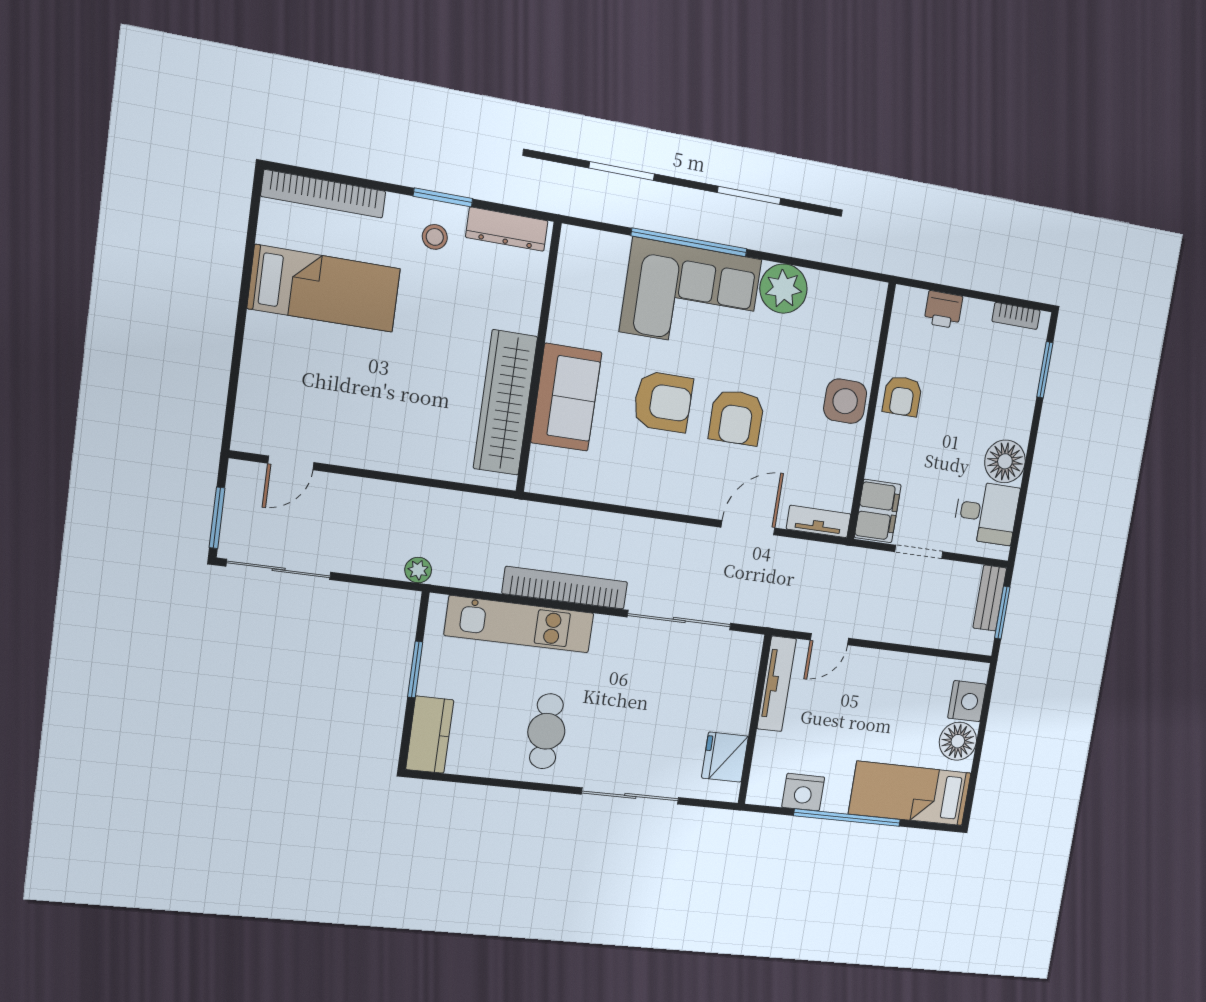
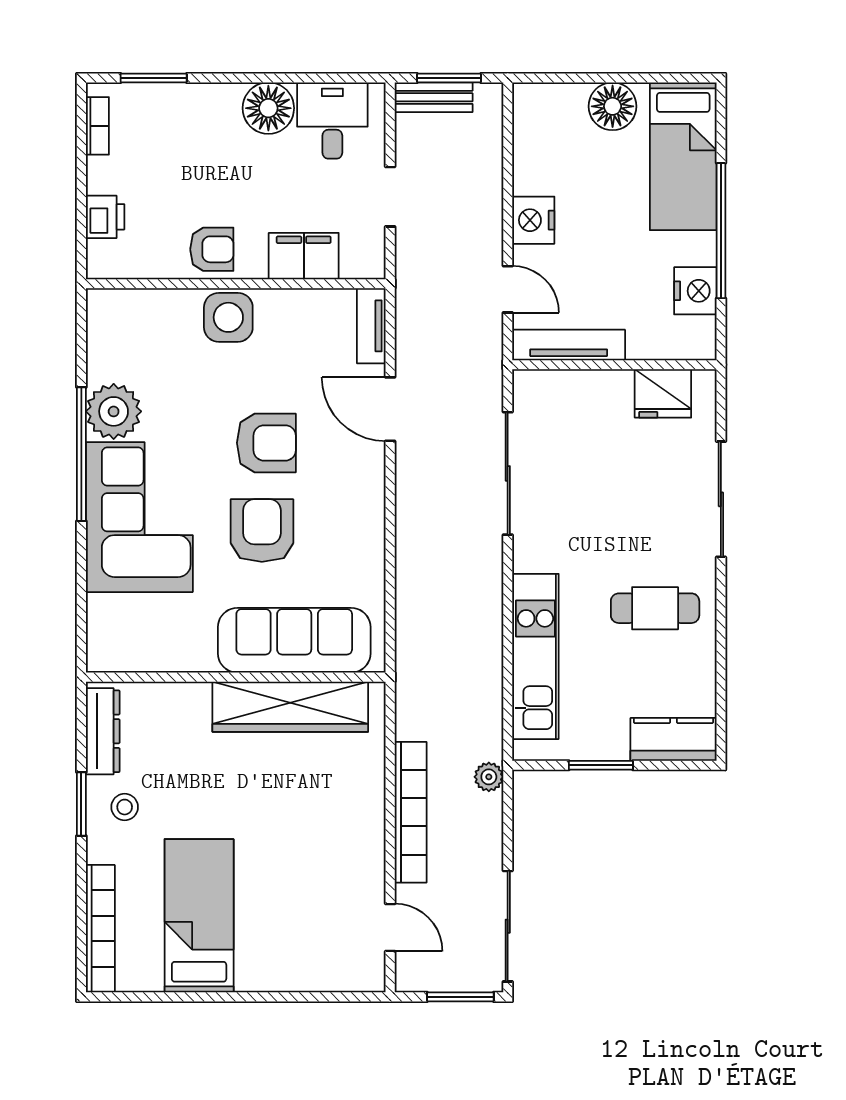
window: (689, 242) -> (81, 454), moved
sofa: (566, 397) -> (294, 640), width x1.36
filing cabinet: (878, 511) -> (304, 256), moved
bookcase: (565, 588) -> (411, 812), moved, turned 180
nightstand: (967, 701) -> (533, 220), moved, turned -90

